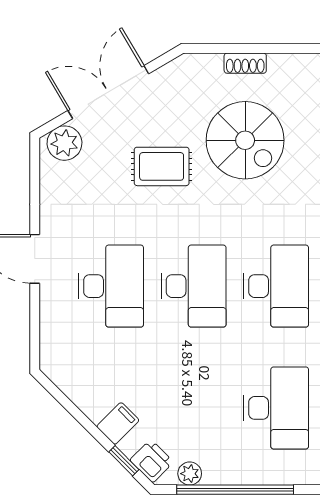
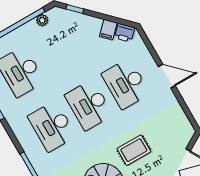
plant: (64, 143) -> (183, 136), removed
filing cabinet: (118, 423) -> (108, 30), moved
printer: (152, 461) -> (125, 33), moved

